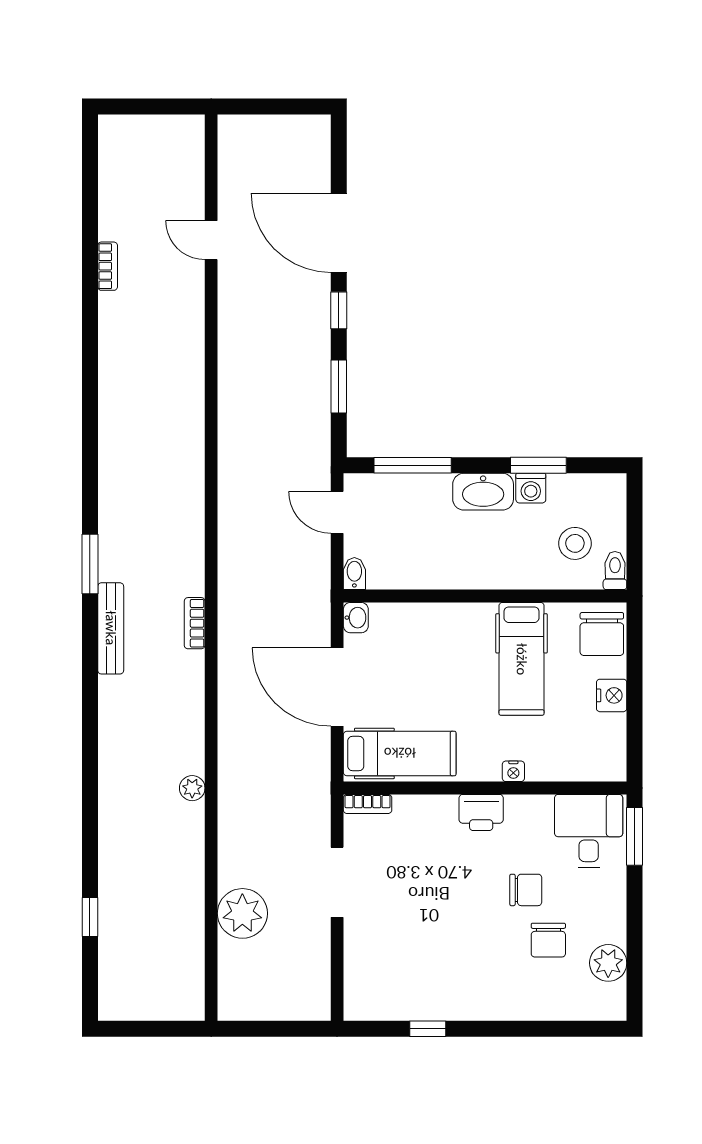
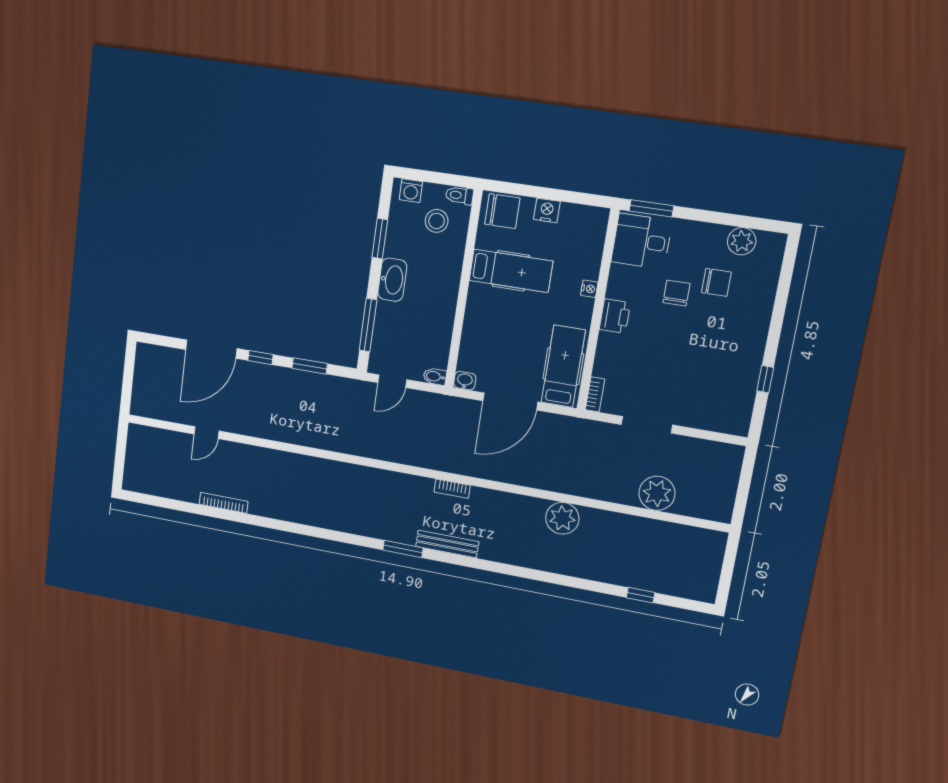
bookcase: (108, 266) -> (224, 503), width x1.56
washing machine: (531, 488) -> (411, 191), moved, turned 90
plant: (192, 788) -> (562, 518), width x1.87, depth x1.87

